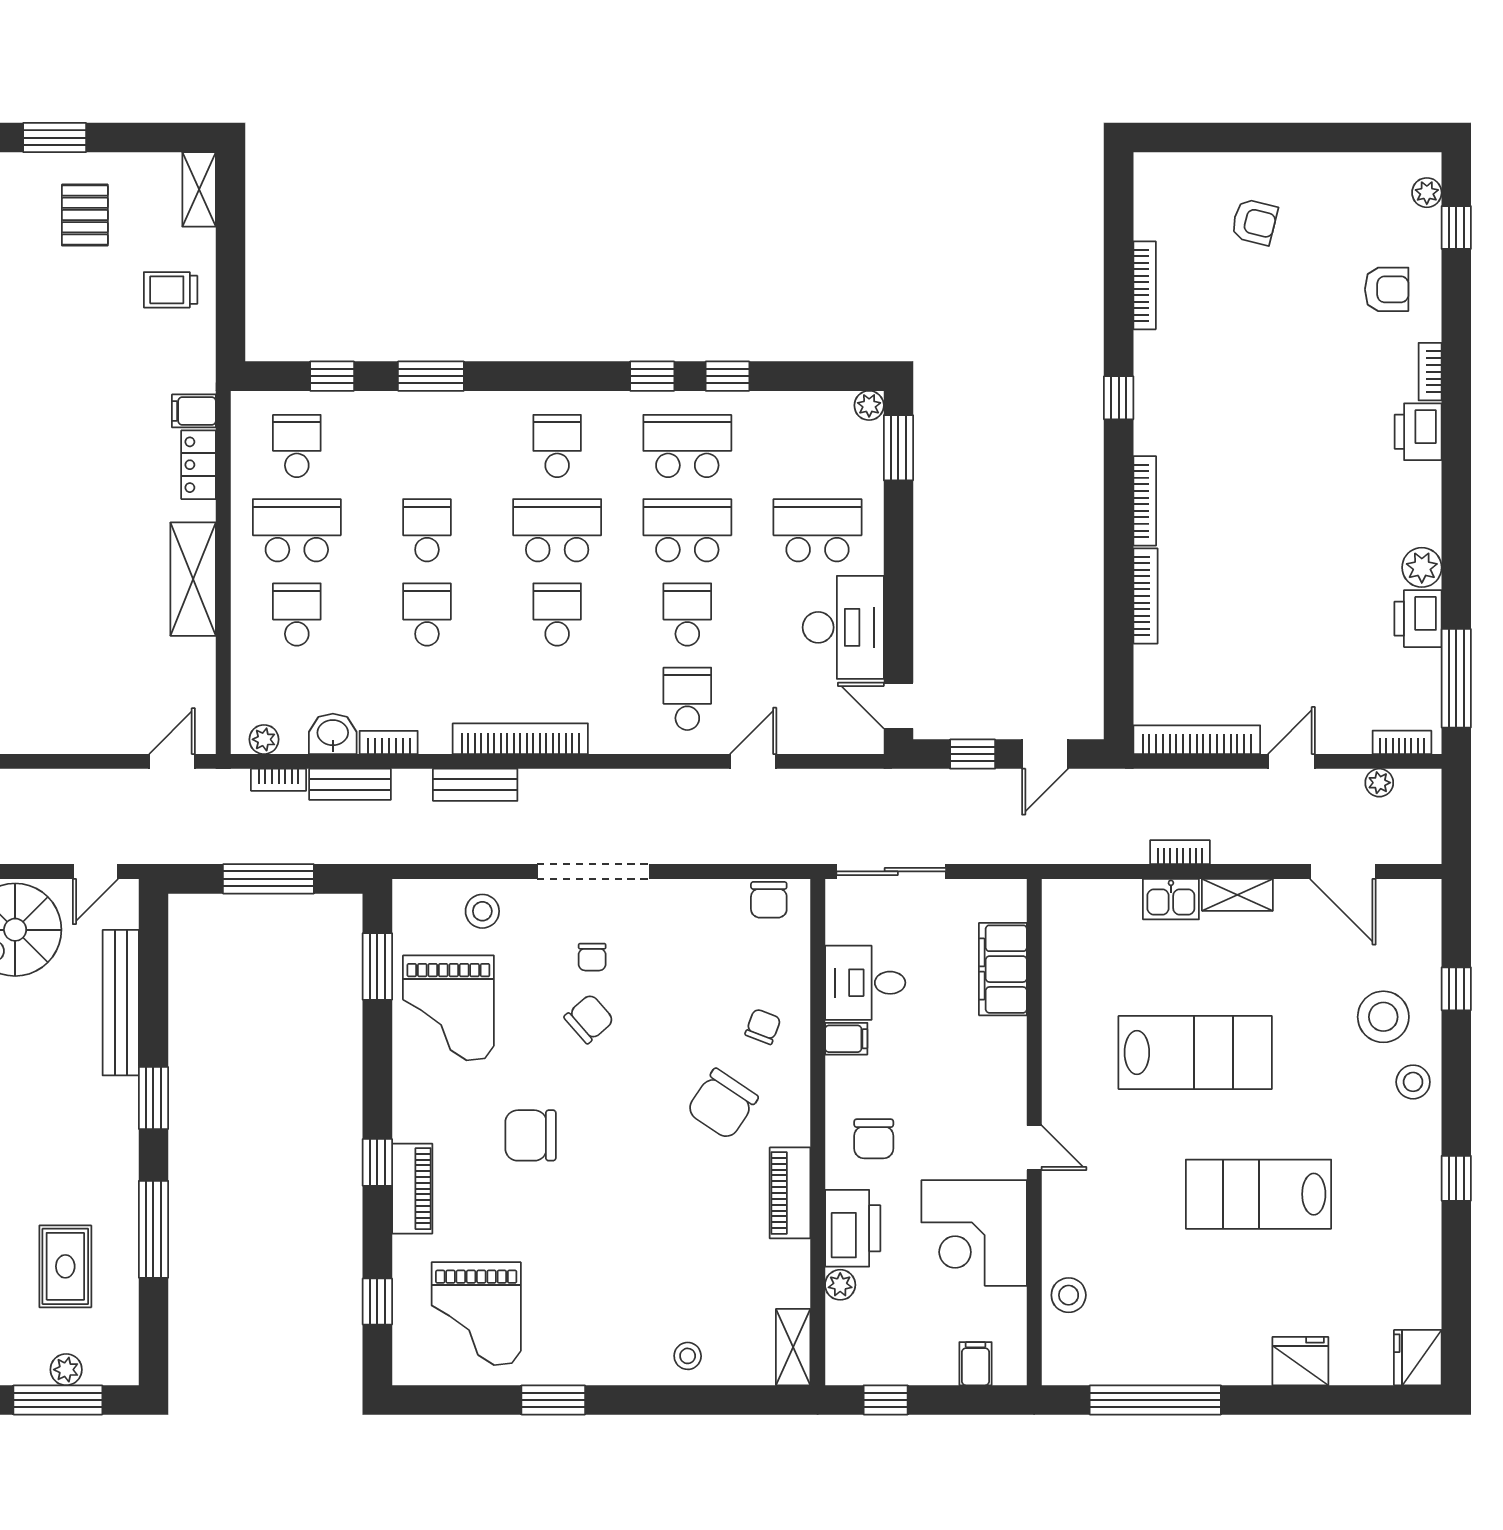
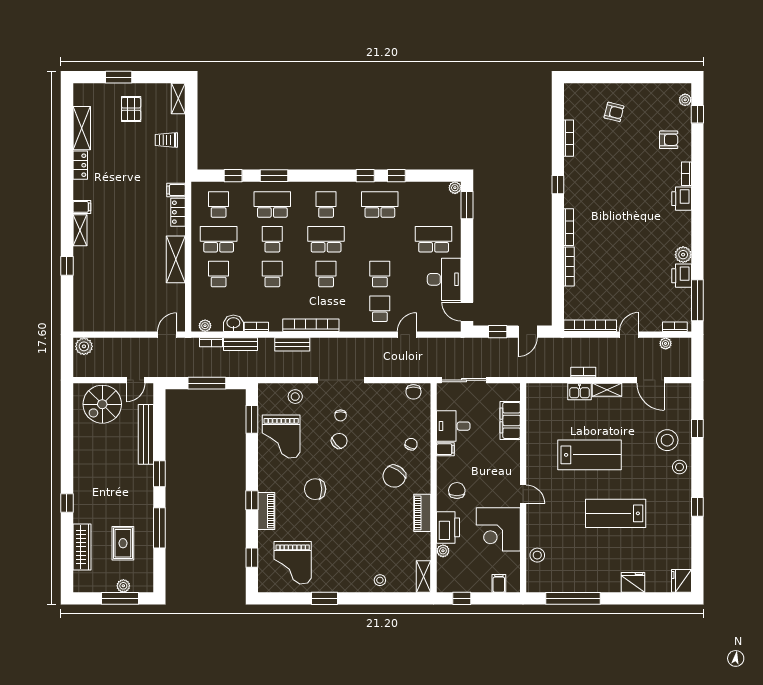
school desk: (687, 530) -> (272, 204), moved
chair: (874, 1139) -> (457, 490), turned 180

